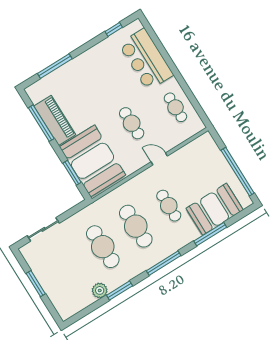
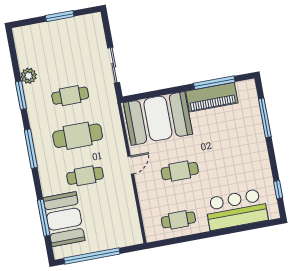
door: (159, 159) -> (131, 165), moved
window: (72, 173) -> (154, 94), removed
sliding door: (43, 229) -> (114, 65), moved
window: (210, 234) -> (44, 218), moved
cafe table: (103, 247) -> (70, 96), width x0.73, depth x0.74

